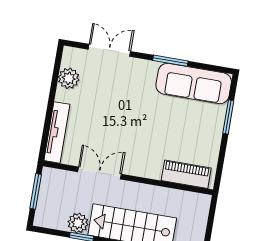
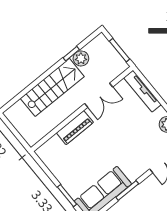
piano: (186, 174) -> (75, 128), moved

